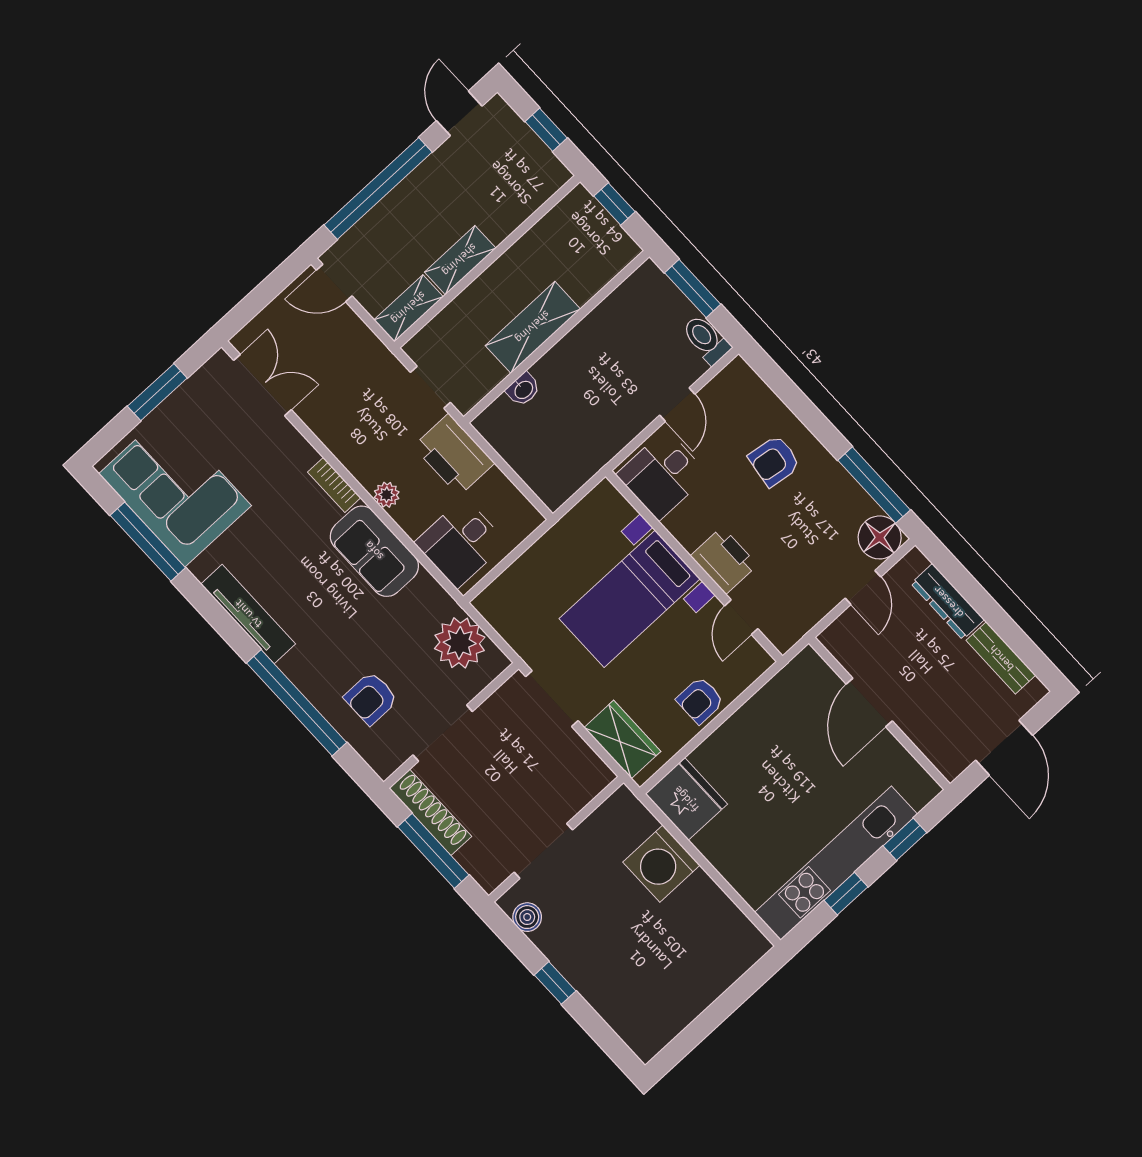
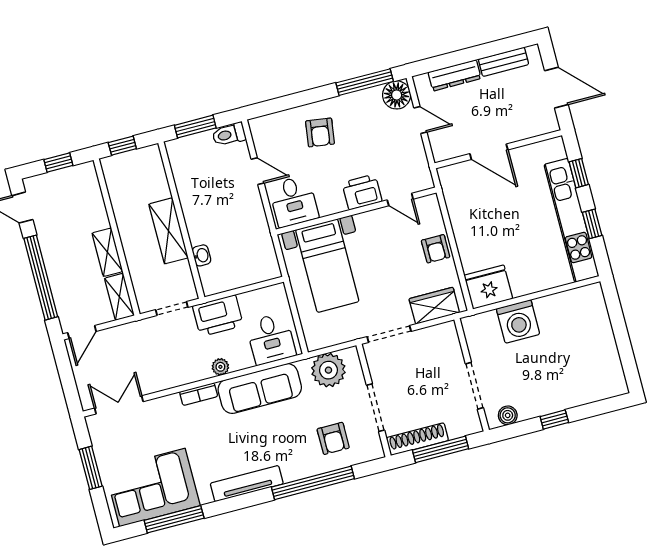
sofa: (374, 551) -> (260, 388), width x1.36
bed with nightstands: (630, 599) -> (327, 266), moved

